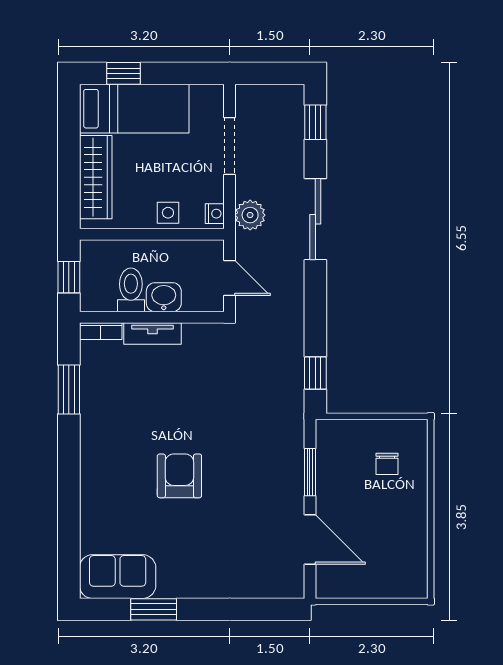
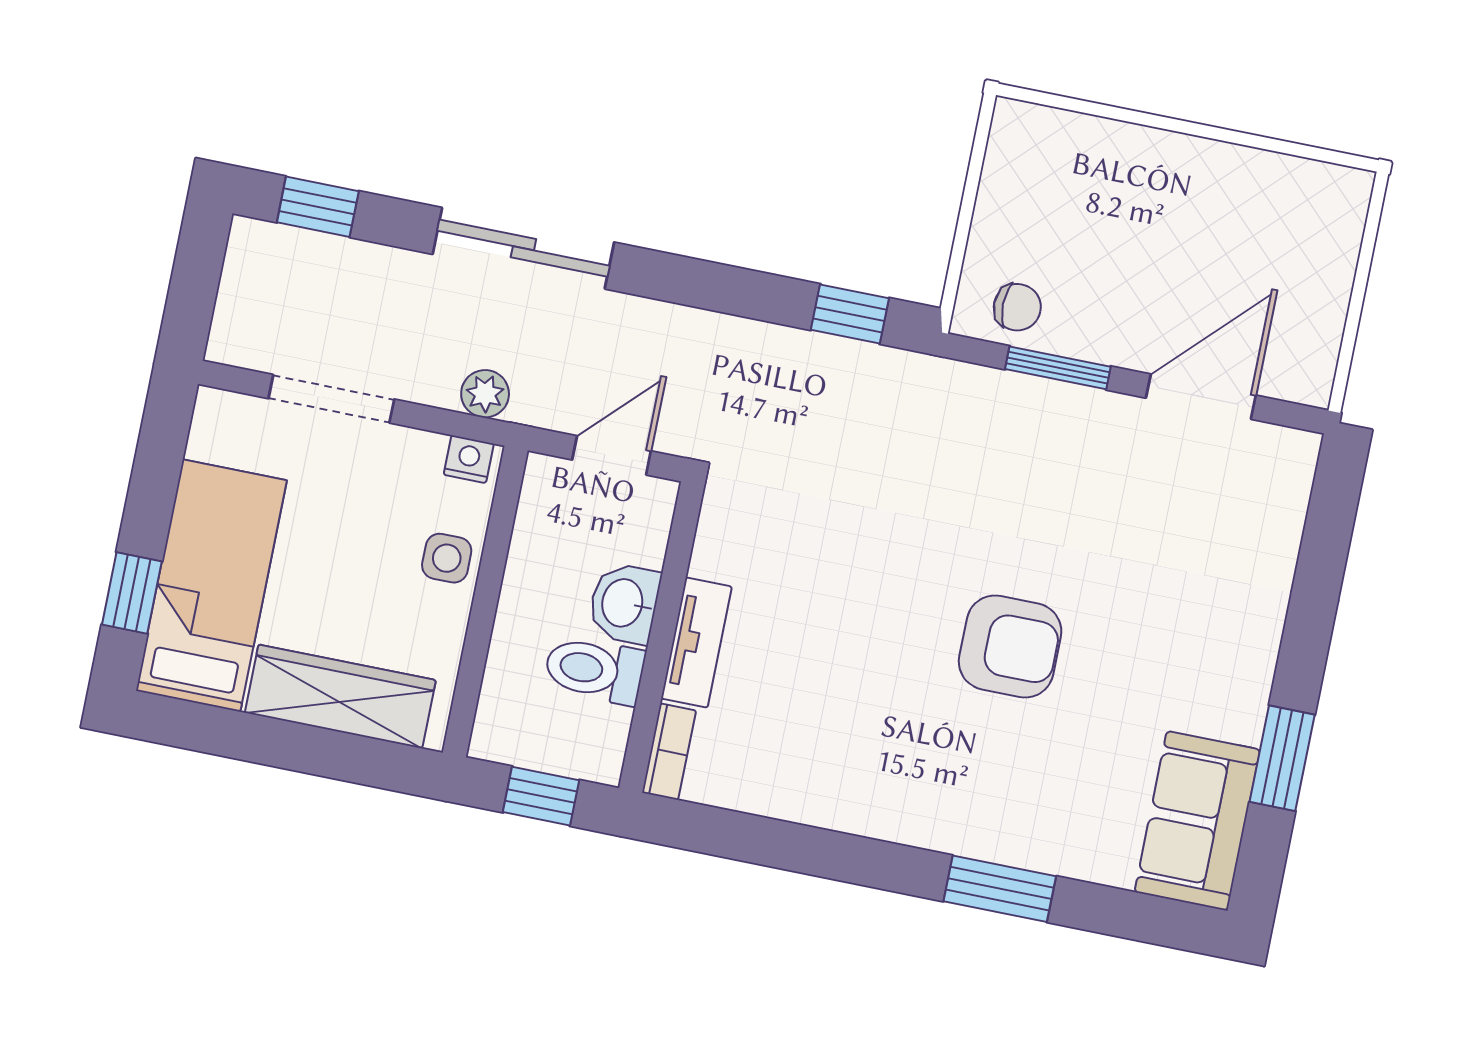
plant: (250, 215) -> (485, 394), width x0.73, depth x0.73
window: (69, 390) -> (1000, 889), moved
chair: (387, 464) -> (1017, 307), moved
armchair: (179, 476) -> (1010, 647), turned 180

